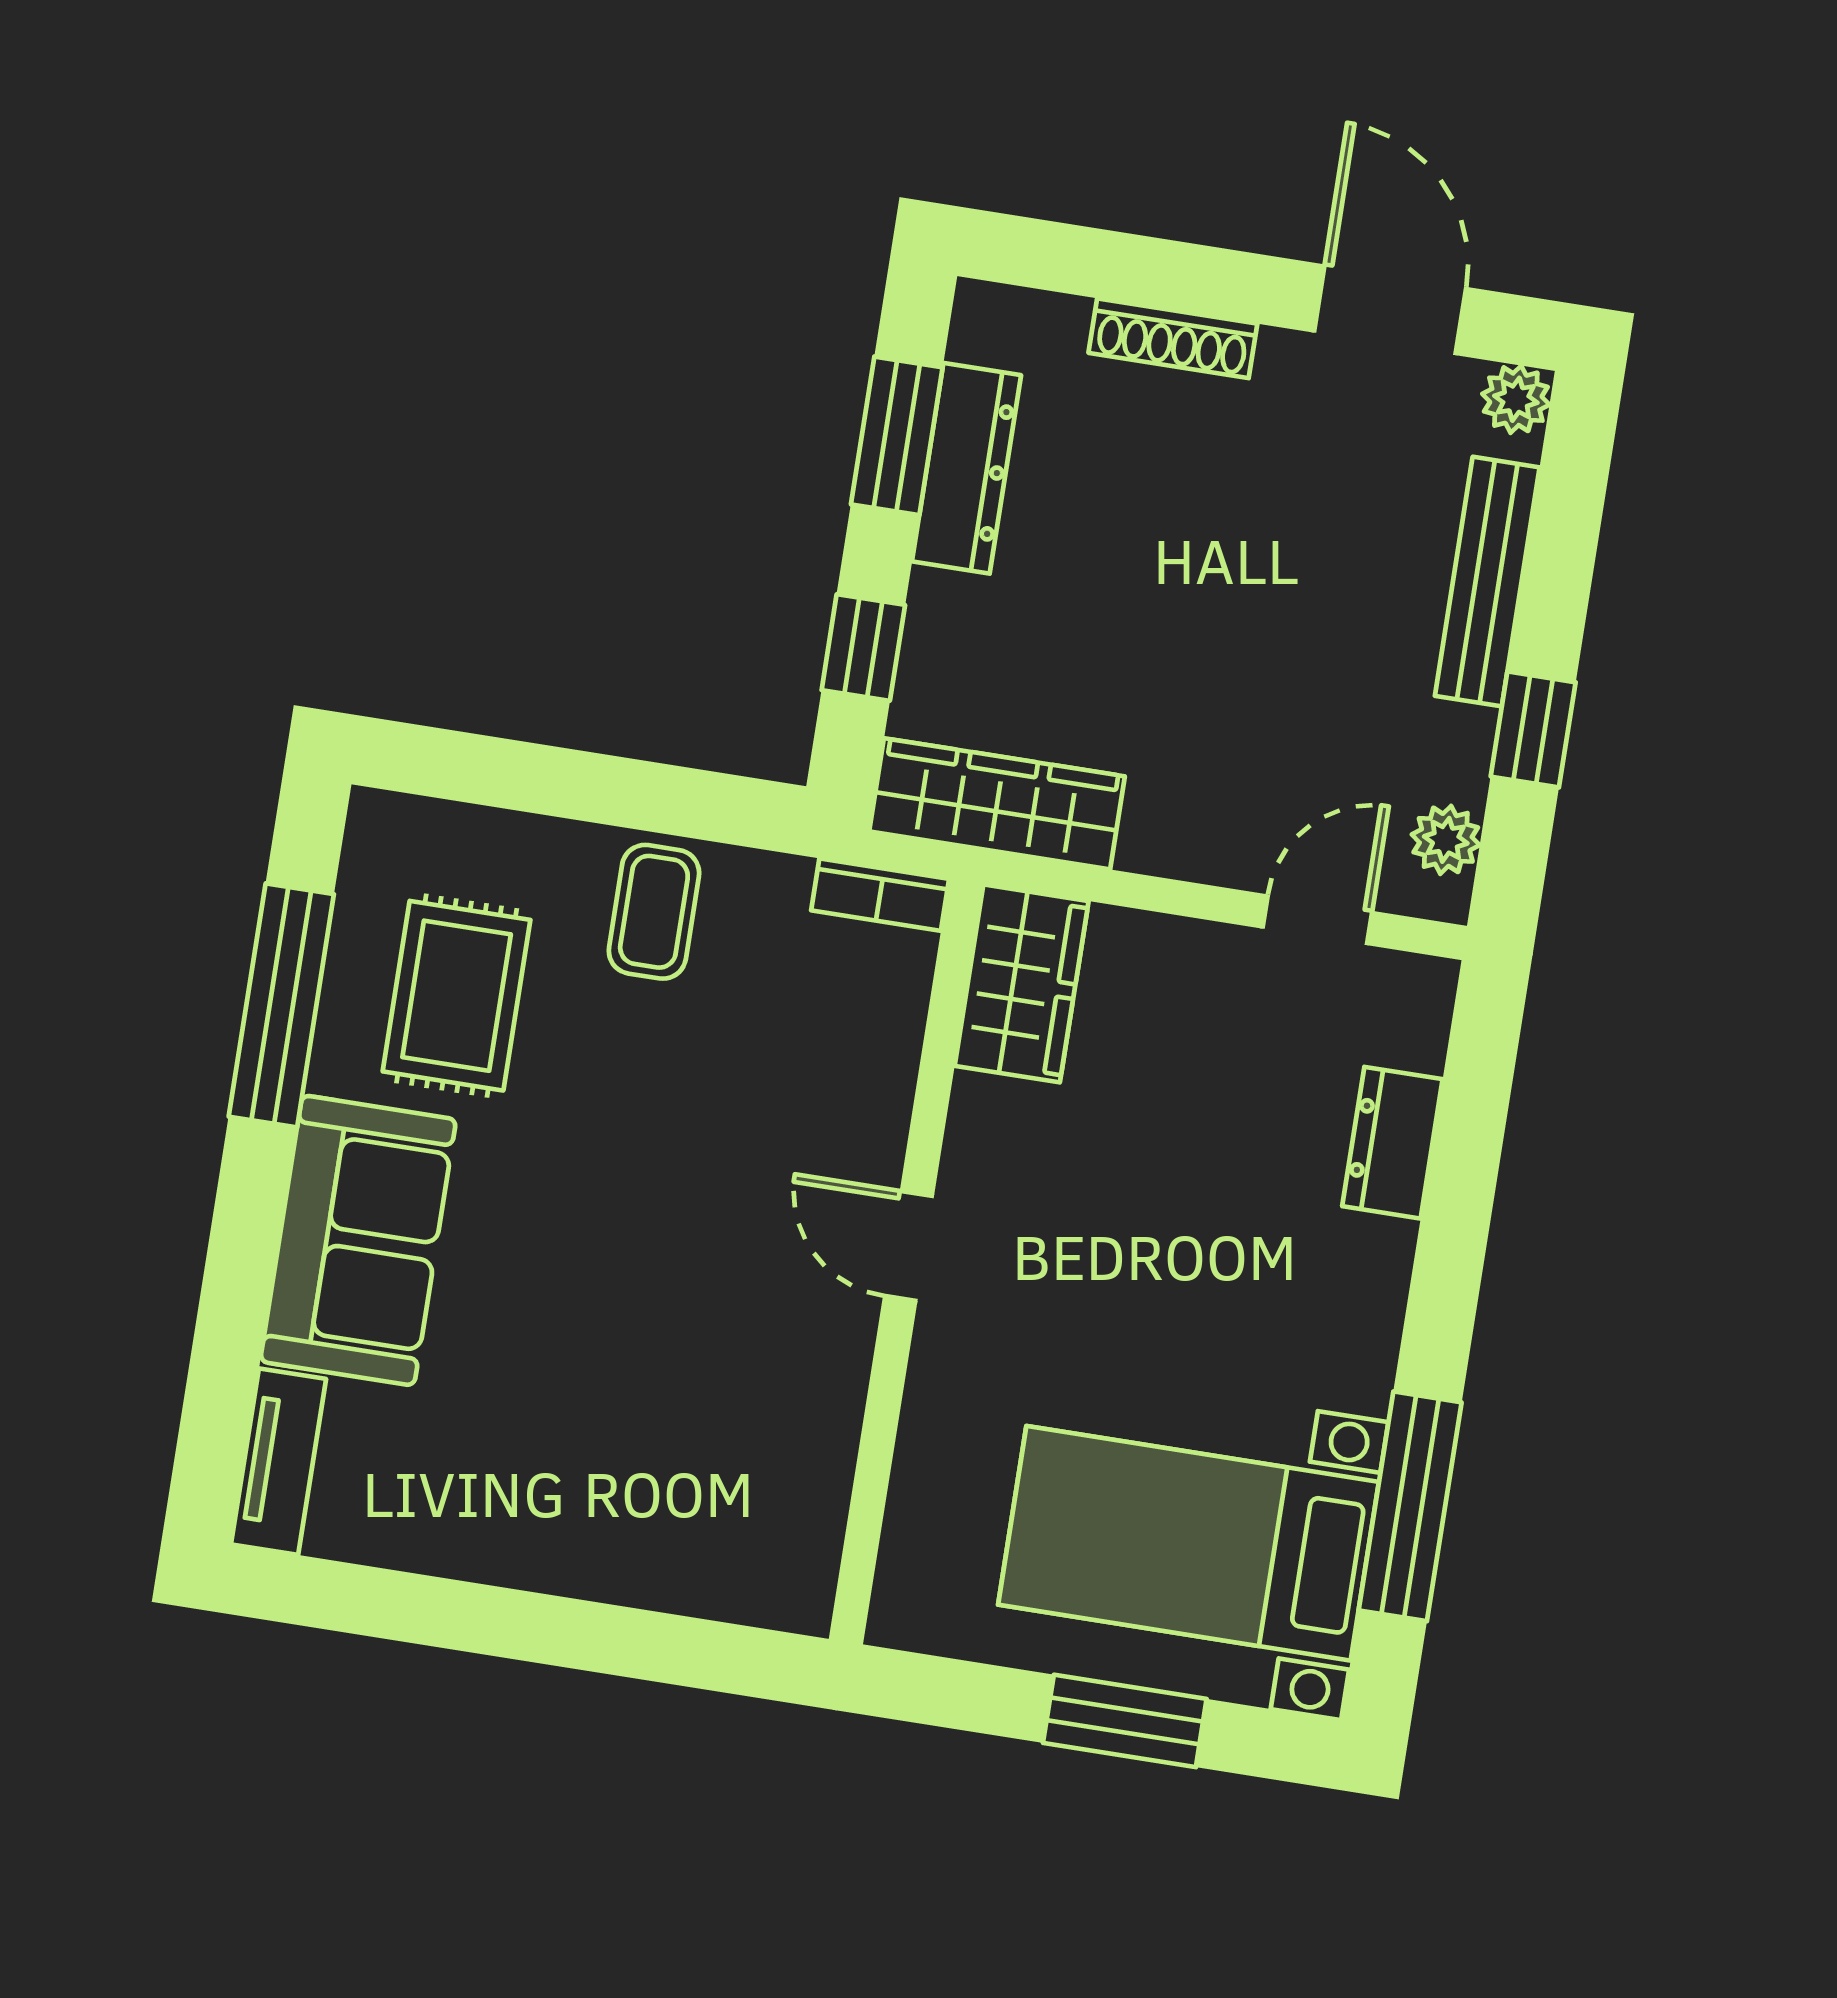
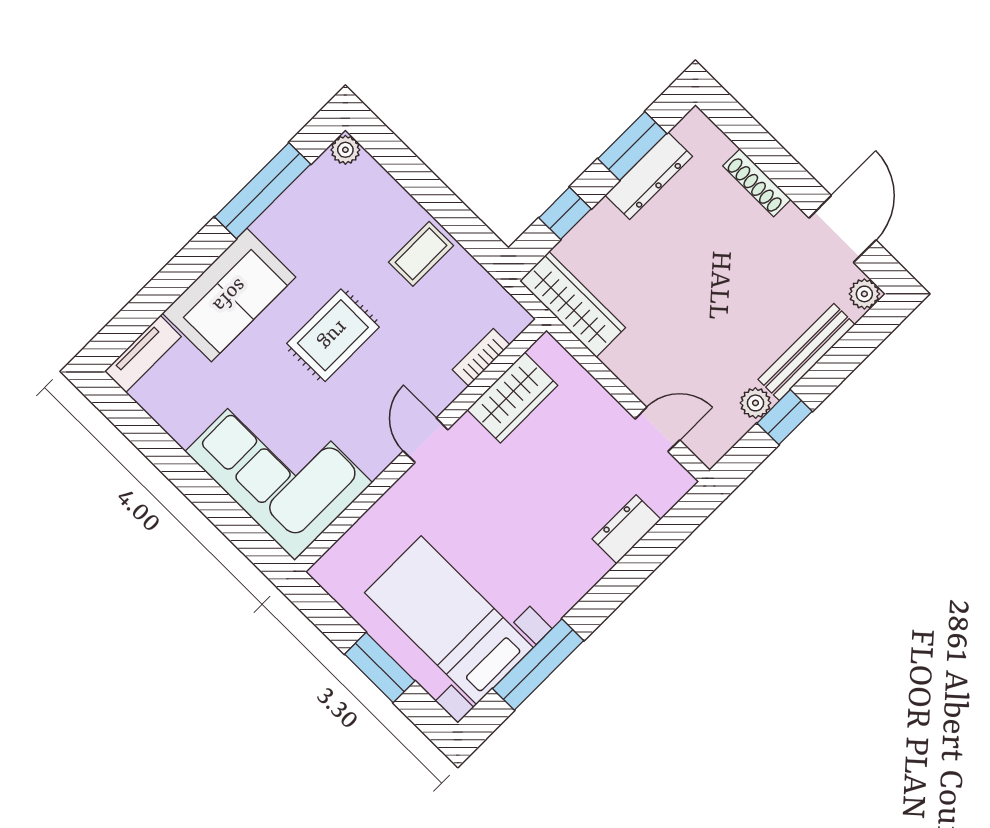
plant: (379, 822) -> (345, 150), added
plant: (1446, 840) -> (755, 403), moved
bookcase: (880, 895) -> (481, 357), moved, turned 90
wardrobe: (1022, 983) -> (512, 398), moved
rug: (457, 996) -> (333, 335), moved
corner sofa: (676, 1489) -> (279, 467), added

